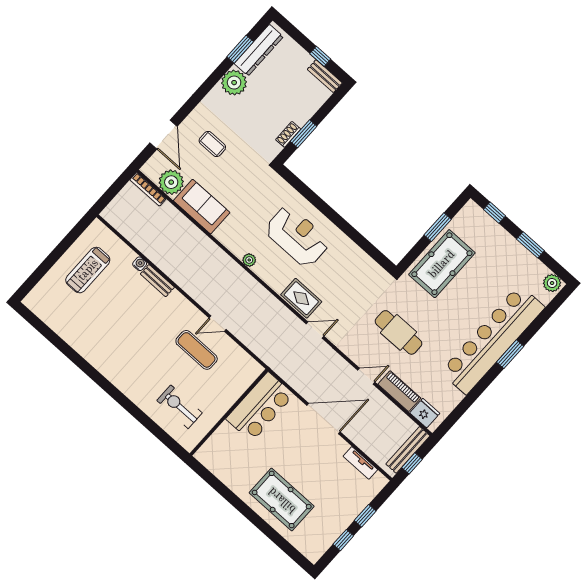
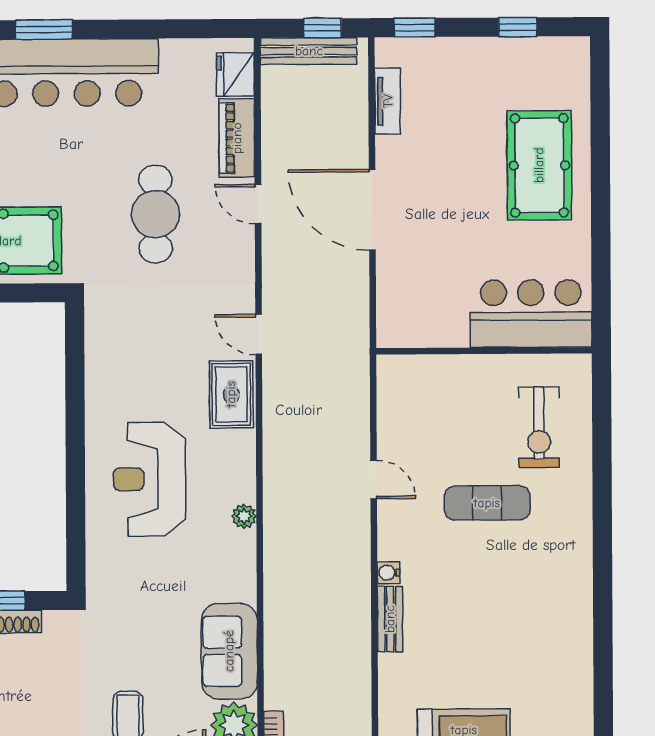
water cooler: (140, 264) -> (388, 573), moved
exercise mat: (197, 350) -> (487, 503), moved, turned 90
bar counter: (260, 407) -> (531, 314), moved
window: (365, 516) -> (414, 28), moved

